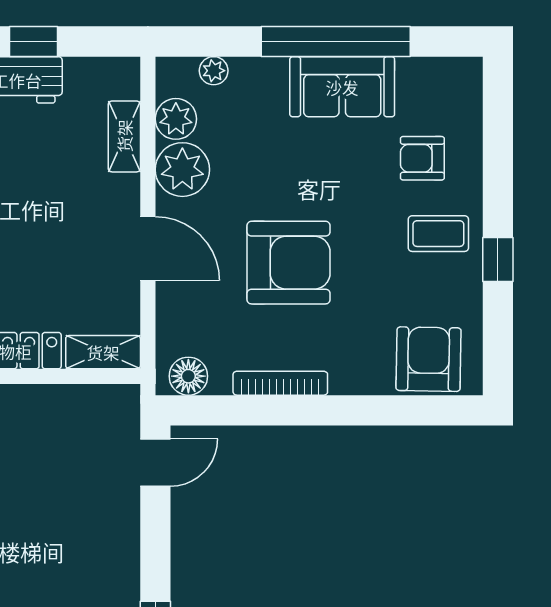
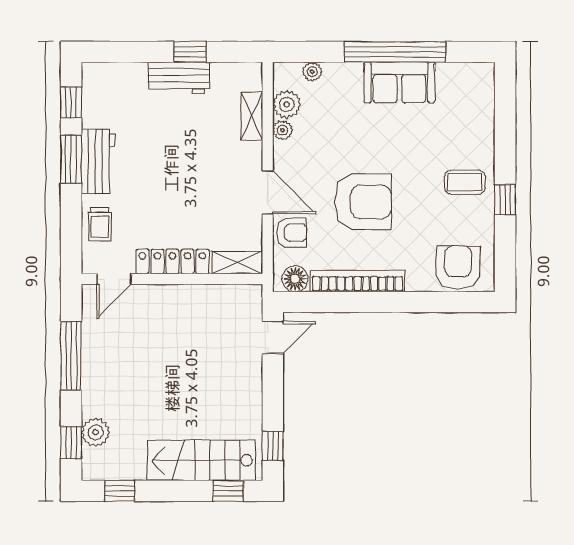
armchair: (422, 158) -> (291, 233), moved, turned 180
plant: (182, 170) -> (283, 130), width x0.53, depth x0.53
bookcase: (280, 383) -> (357, 281), width x1.48, depth x1.31

